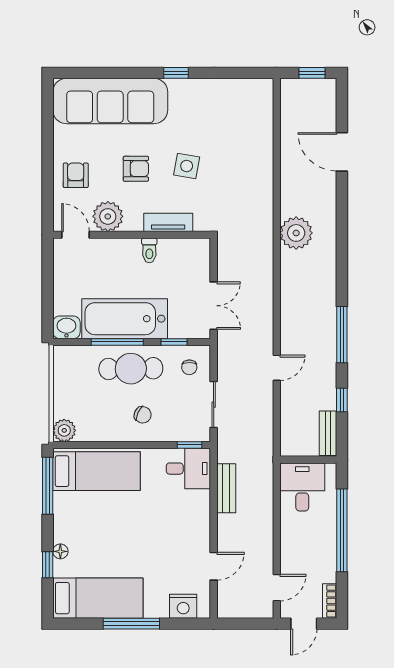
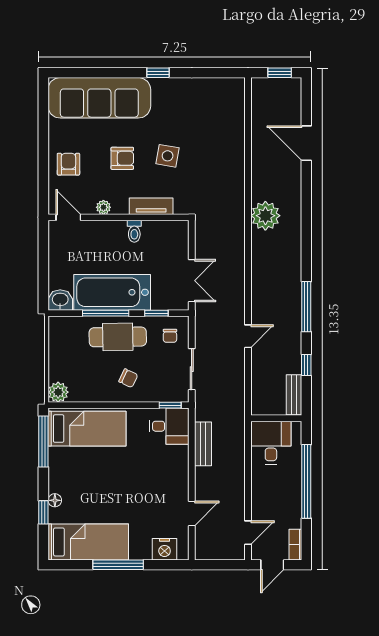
plant: (108, 216) -> (103, 207), width x0.53, depth x0.53

